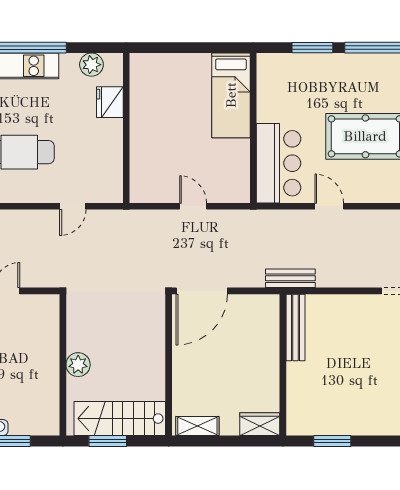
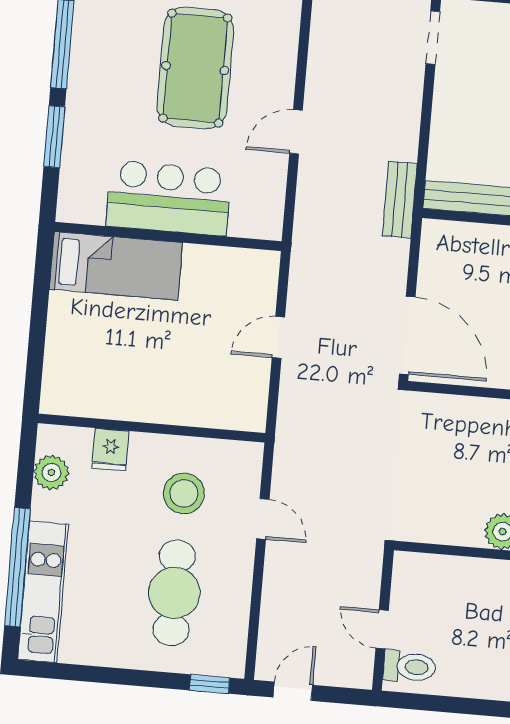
fridge: (110, 102) -> (110, 450), width x0.72
stool: (85, 153) -> (184, 493), added
bar counter: (279, 163) -> (169, 198), moved

